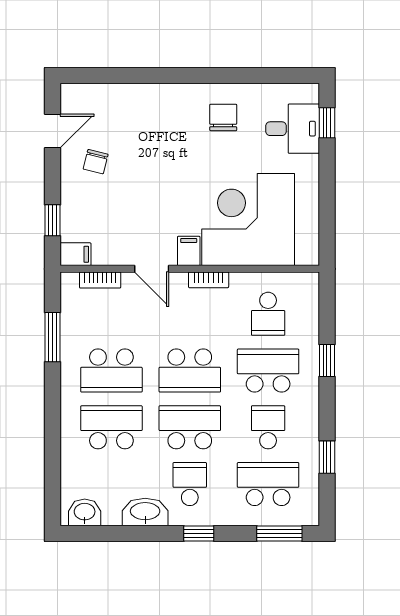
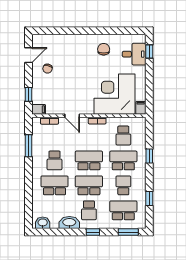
filing cabinet: (189, 251) -> (141, 108), moved
school desk: (111, 371) -> (54, 160), width x0.54
school desk: (190, 371) -> (89, 160), turned 180
school desk: (190, 484) -> (89, 210), turned 180

